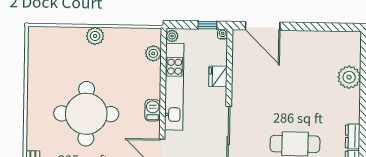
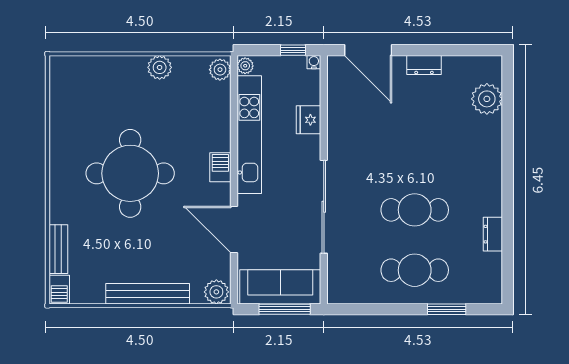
plant: (95, 36) -> (160, 67), moved
plant: (153, 53) -> (220, 70), moved
plant: (349, 77) -> (487, 99), moved
dresser: (353, 136) -> (424, 65), moved, turned -90

